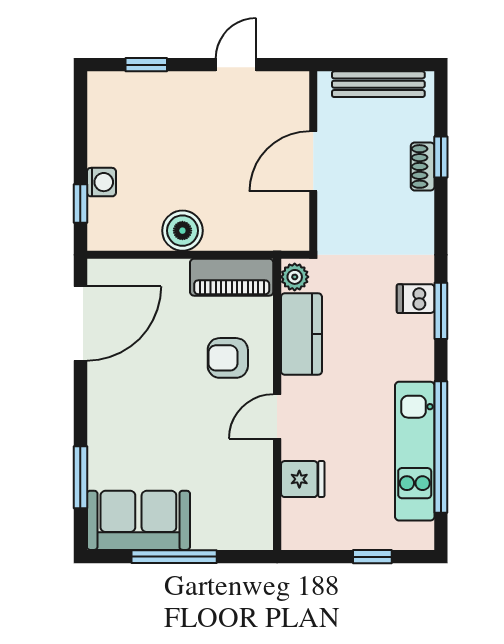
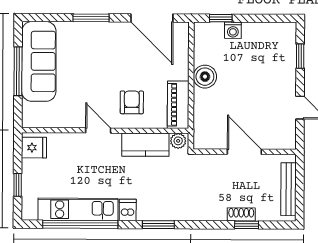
dishwasher: (416, 299) -> (128, 210), moved
window: (80, 477) -> (91, 18), moved
fridge: (303, 479) -> (34, 148), moved, turned -90
sofa: (138, 520) -> (39, 61), width x1.36

